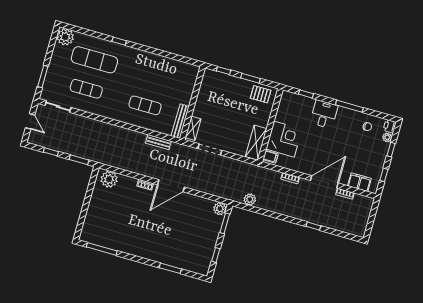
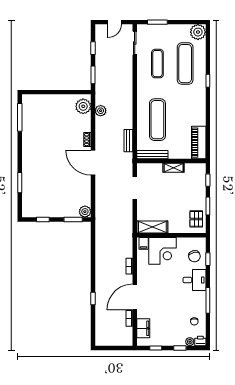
piano: (181, 69) -> (199, 143), added
exercise mat: (145, 105) -> (157, 120), width x1.36, depth x1.45
chair: (299, 107) -> (194, 256), added
shelving: (193, 128) -> (174, 168), moved
door: (324, 182) -> (135, 297), swing flipped
plant: (250, 199) -> (101, 111), moved

